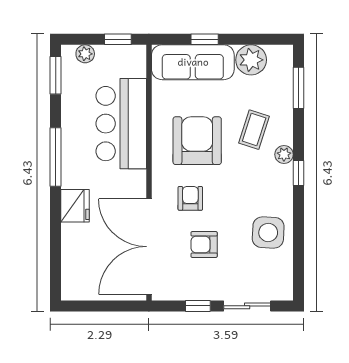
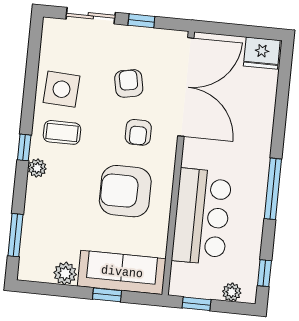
plant: (251, 60) -> (65, 273), width x0.73, depth x0.73
window: (56, 75) -> (264, 273), width x0.67
coffee table: (254, 130) -> (62, 132), moved, turned 72
armchair: (197, 141) -> (125, 191), turned 90
fridge: (75, 206) -> (262, 53), moved, turned -90
armchair: (204, 245) -> (129, 83), turned -101

